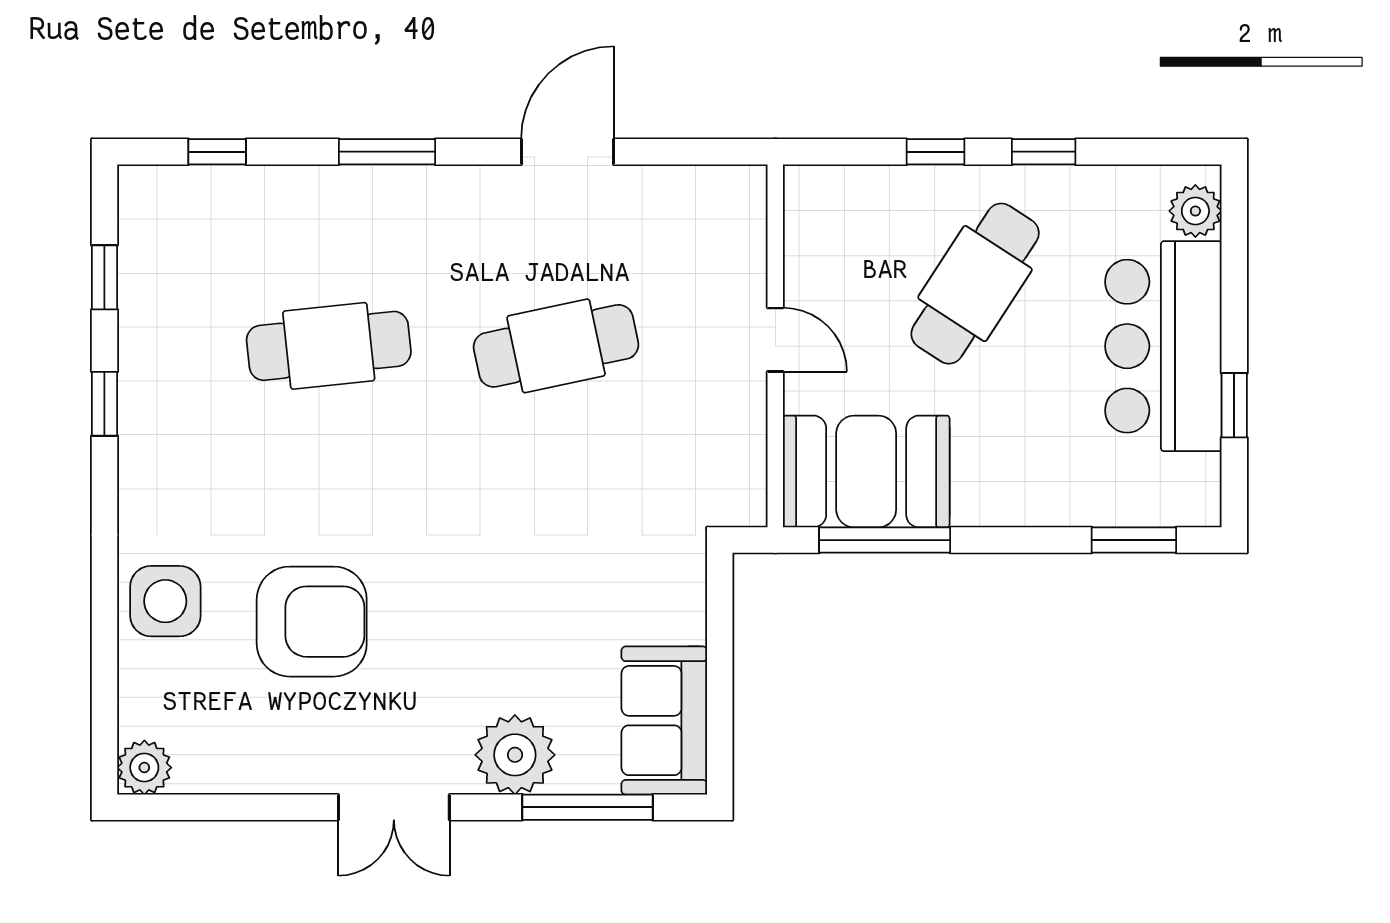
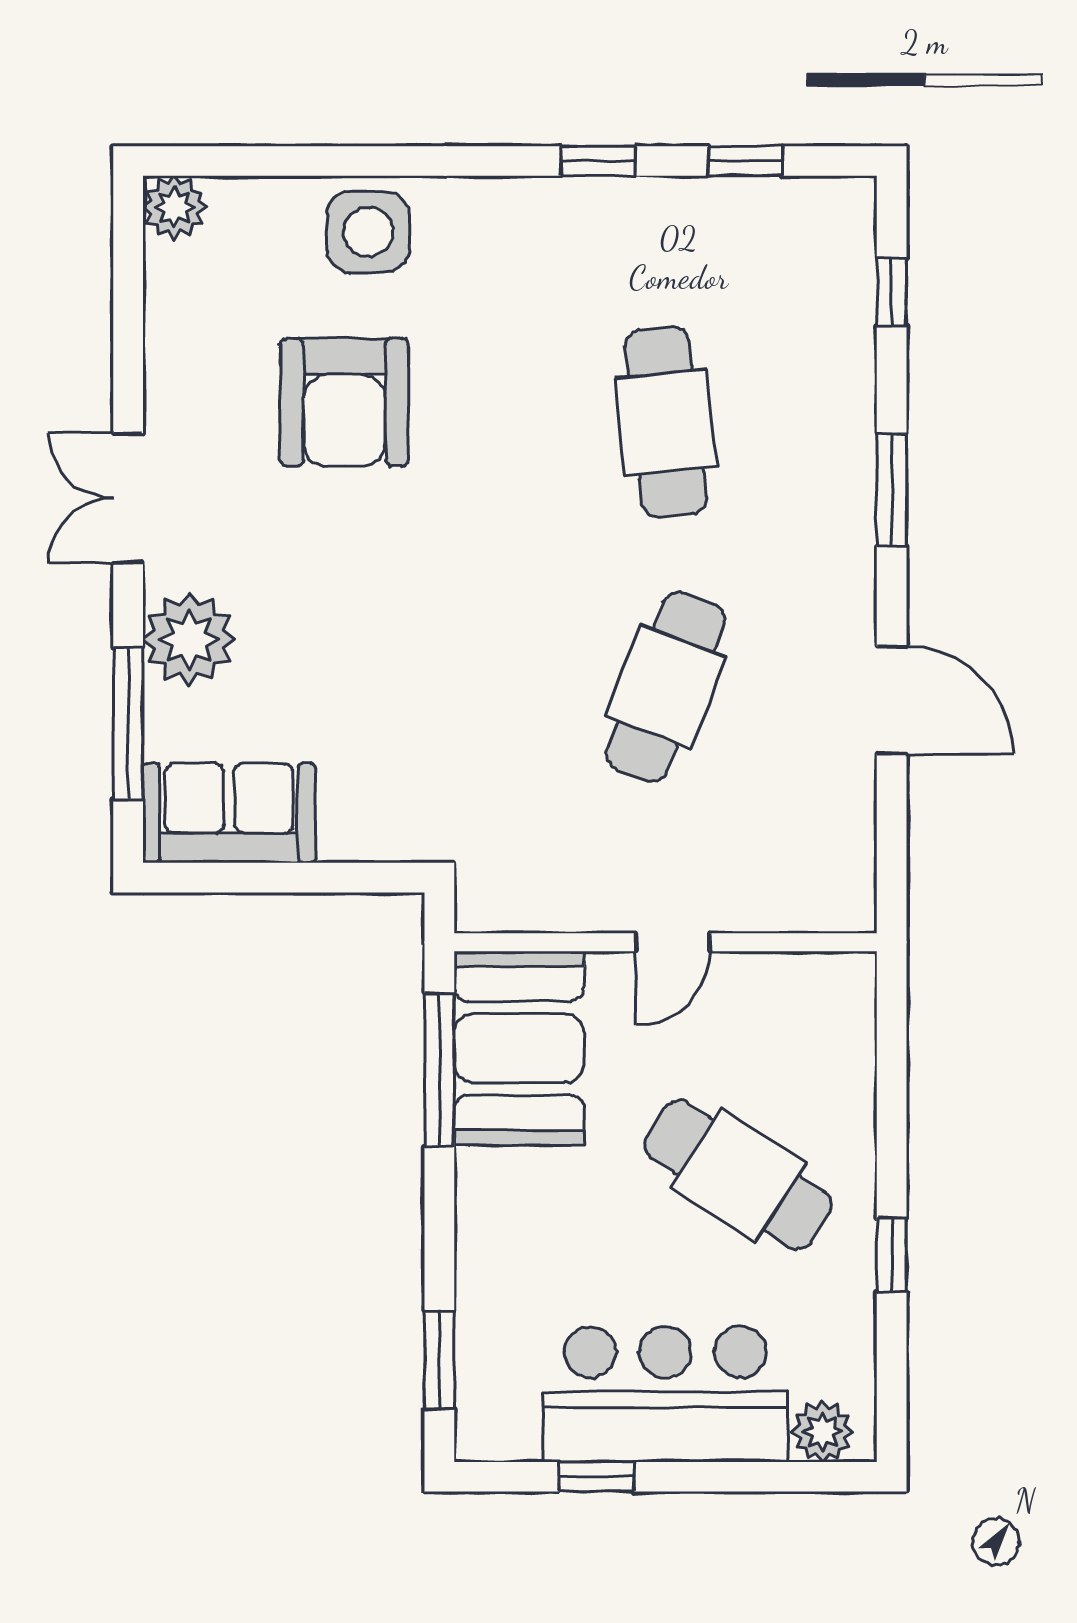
window: (935, 152) -> (892, 1129), removed
cafe table: (556, 346) -> (666, 687), turned 33

